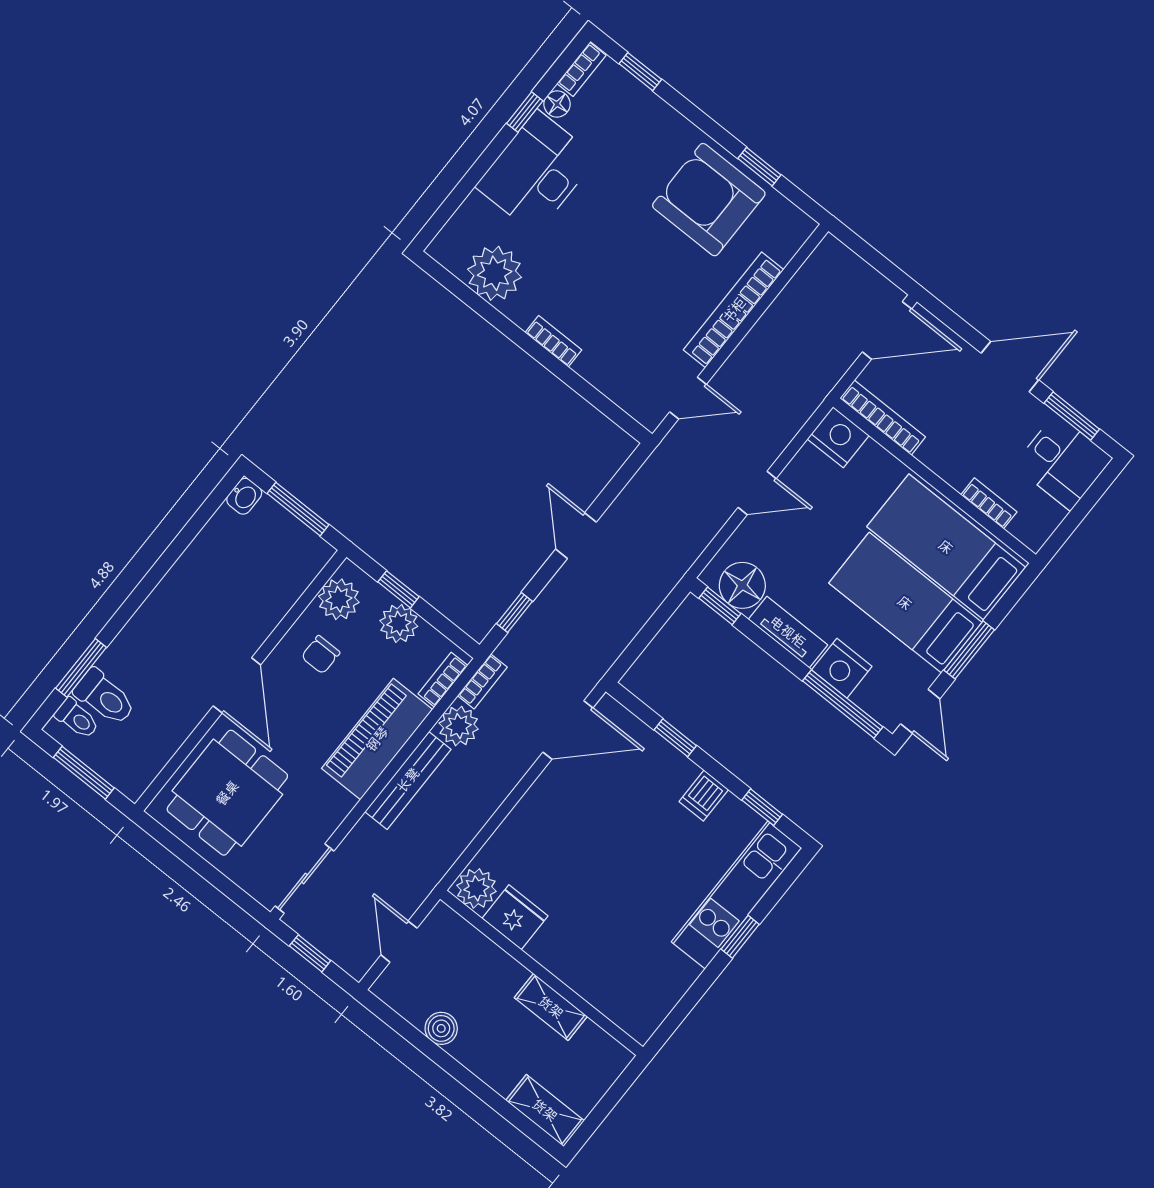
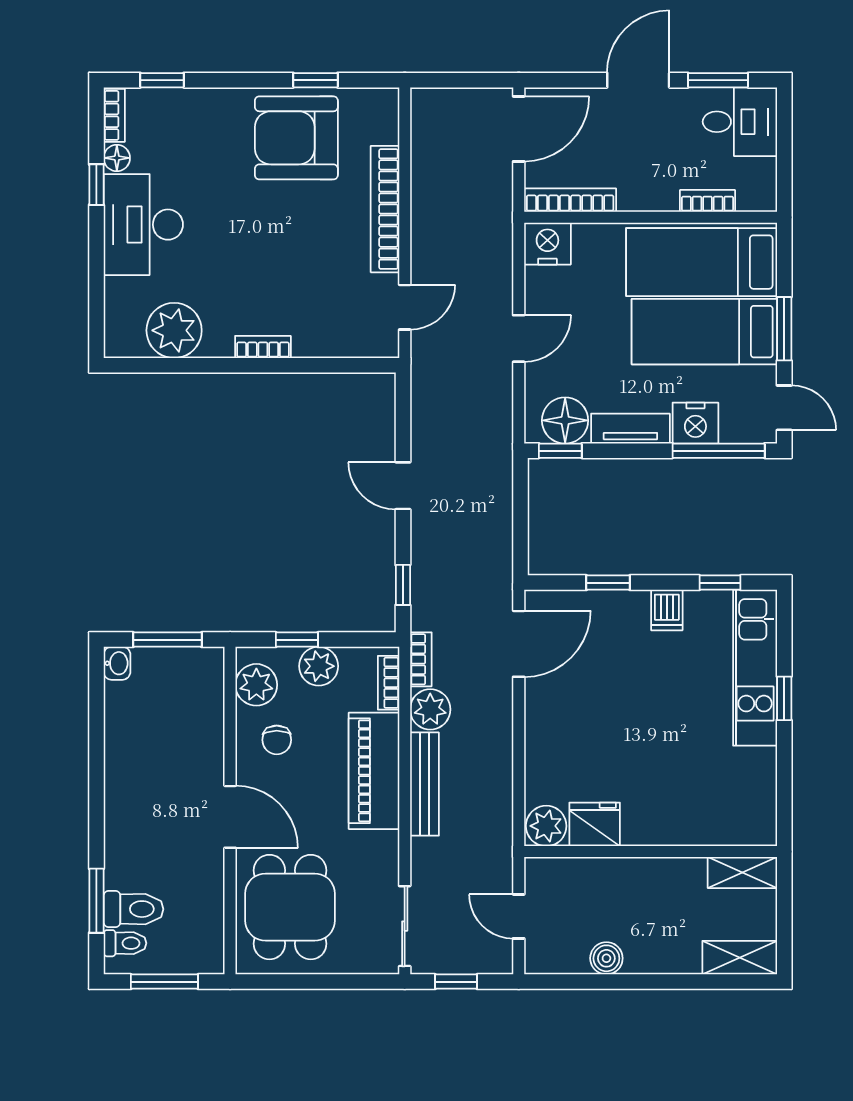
shelving: (551, 1007) -> (742, 873), moved

